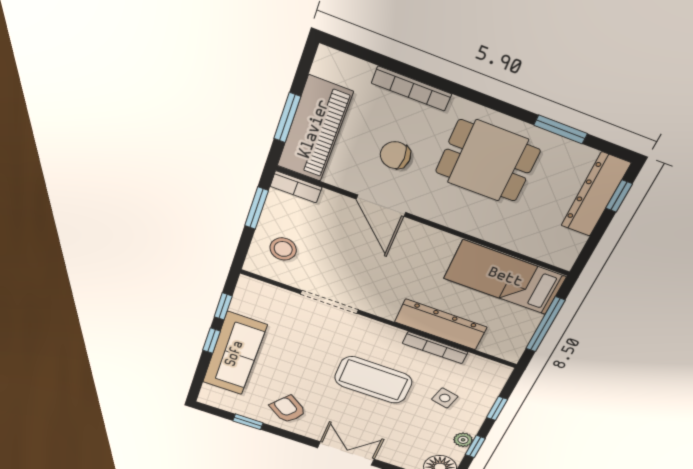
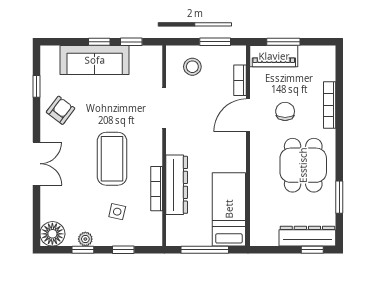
piano: (315, 129) -> (274, 56), width x0.73, depth x0.75
bookcase: (296, 187) -> (240, 80), moved

